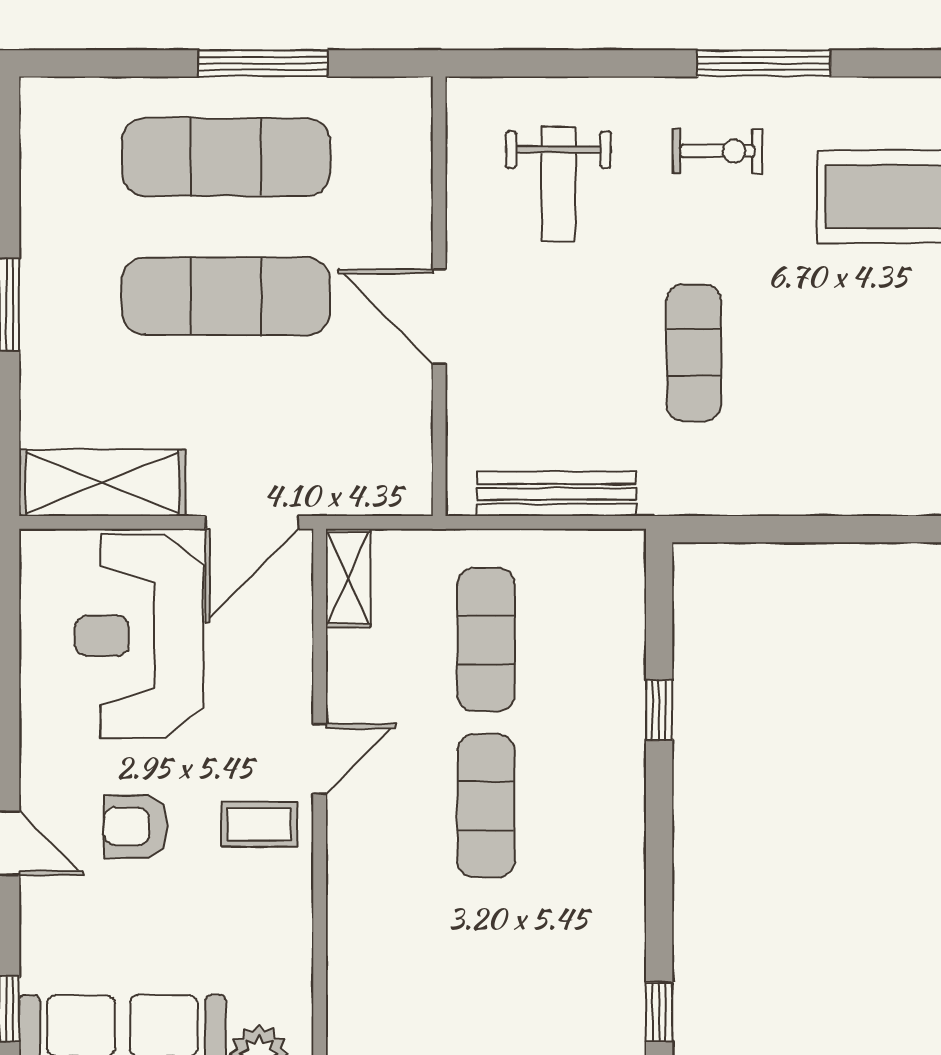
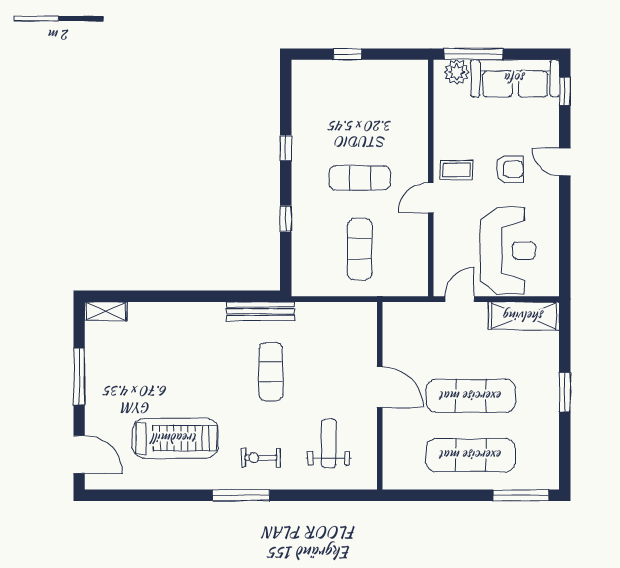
window: (263, 63) -> (521, 495), moved
bench: (557, 494) -> (260, 311), moved
door: (252, 522) -> (460, 299), width x0.73
shelving: (348, 578) -> (419, 275), removed
exercise mat: (486, 806) -> (360, 178), turned 90
window: (659, 1012) -> (286, 148), moved

